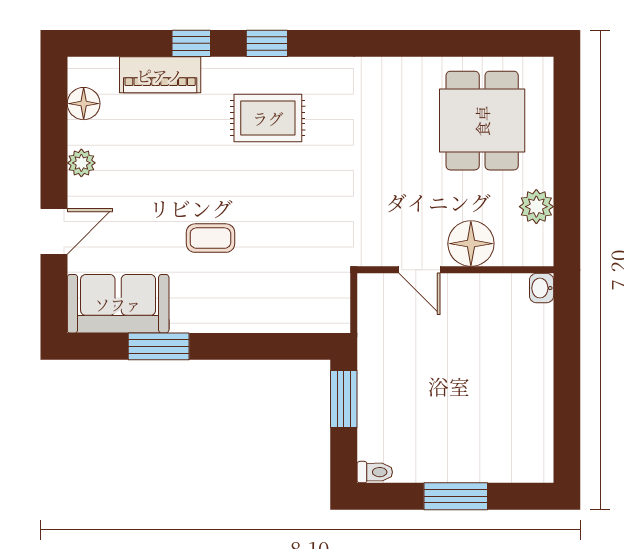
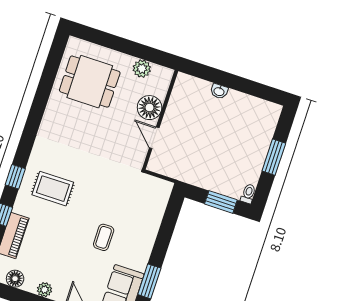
rug: (268, 118) -> (53, 189), turned 90
door: (420, 270) -> (154, 138), swing flipped
washbasin: (542, 288) -> (219, 91), moved
window: (344, 399) -> (221, 202), moved

